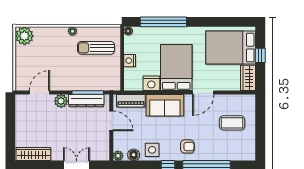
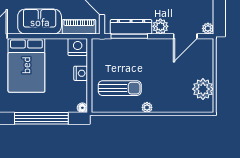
plant: (24, 36) -> (203, 89), moved
nightstand: (151, 83) -> (78, 47), moved
plant: (20, 99) -> (208, 28), added

